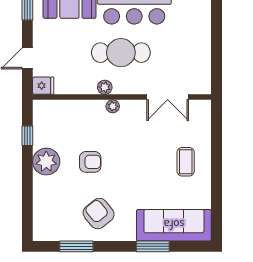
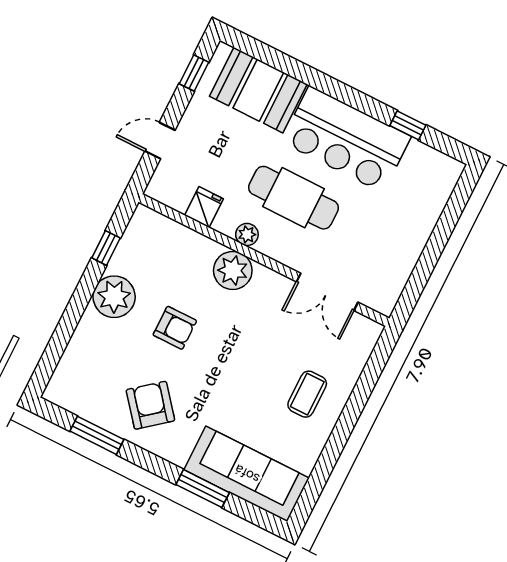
fridge: (43, 86) -> (204, 207), moved, turned -90
plant: (113, 106) -> (233, 270), width x1.88, depth x1.88

